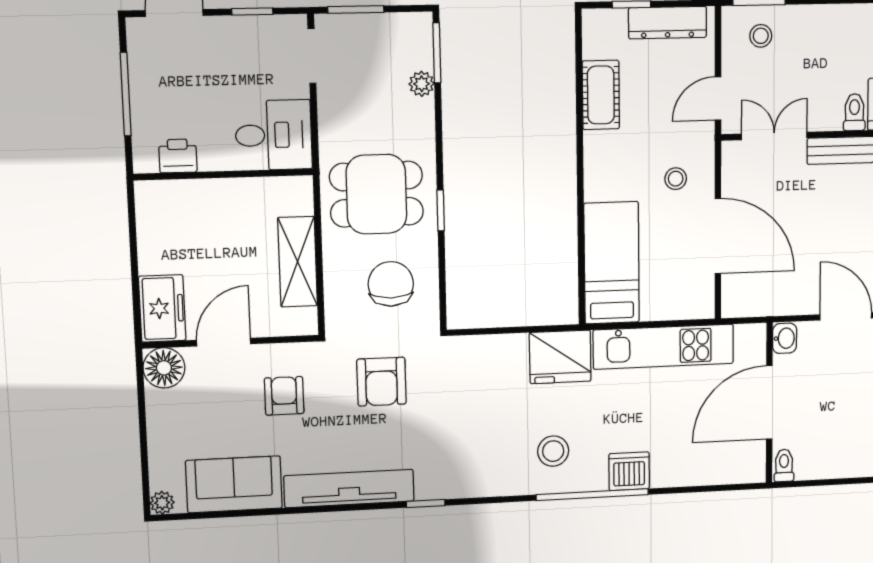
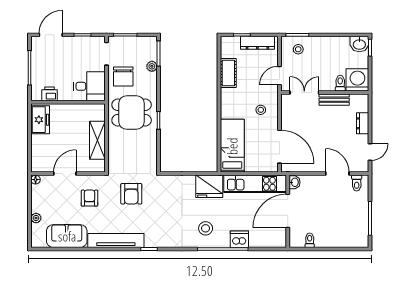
door: (718, 236) -> (279, 147), moved
chair: (391, 284) -> (123, 77), moved, turned 180
freezer: (162, 308) -> (40, 120), moved
washbasin: (785, 338) -> (294, 182), moved
floor lamp: (164, 368) -> (36, 180), width x0.53, depth x0.53
door: (769, 402) -> (288, 211), moved
wall: (769, 403) -> (288, 211), moved
plant: (162, 503) -> (36, 218), moved

